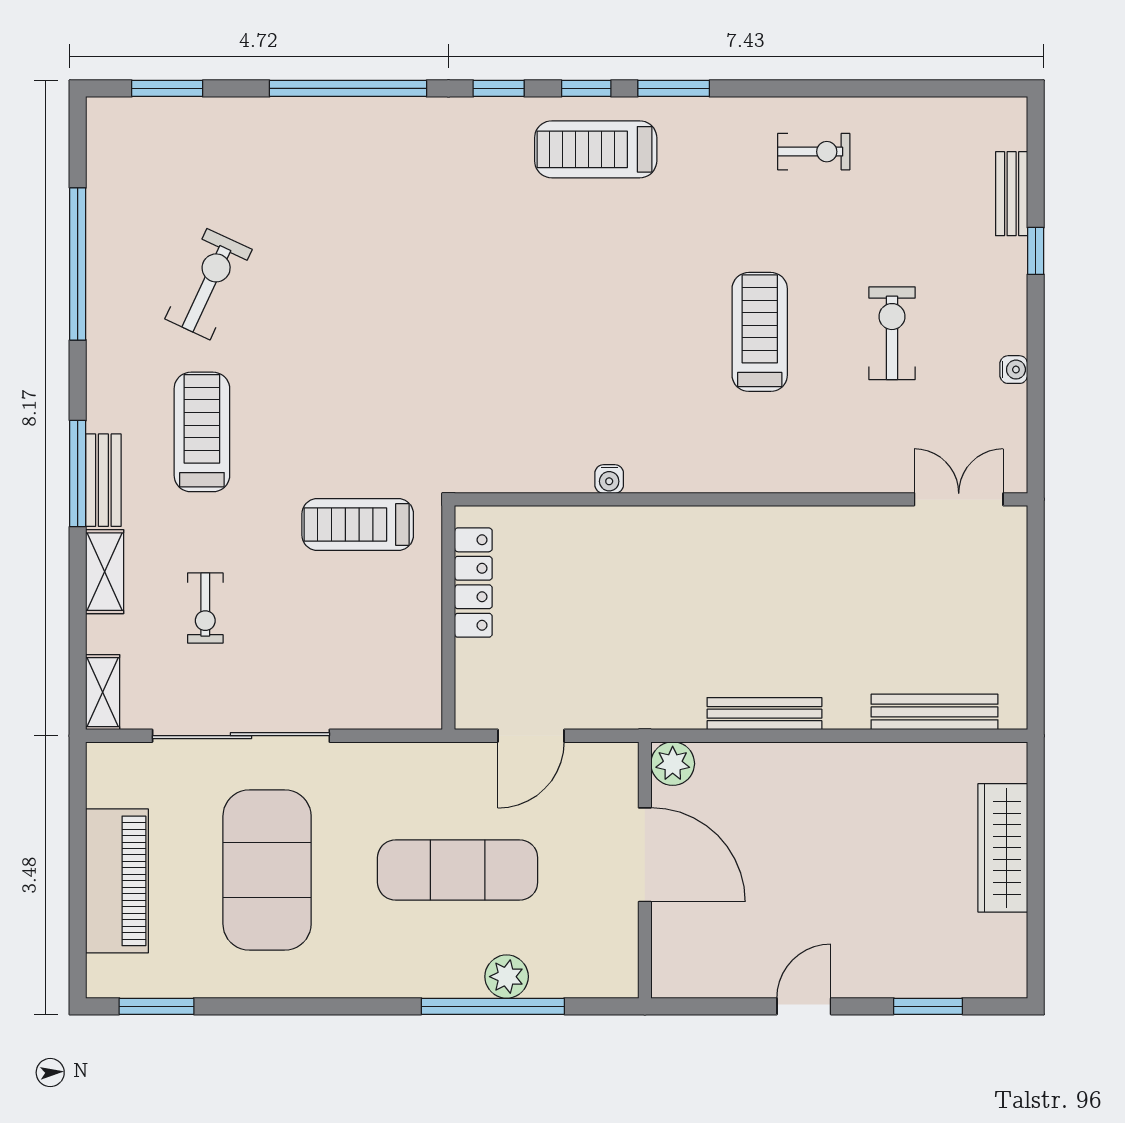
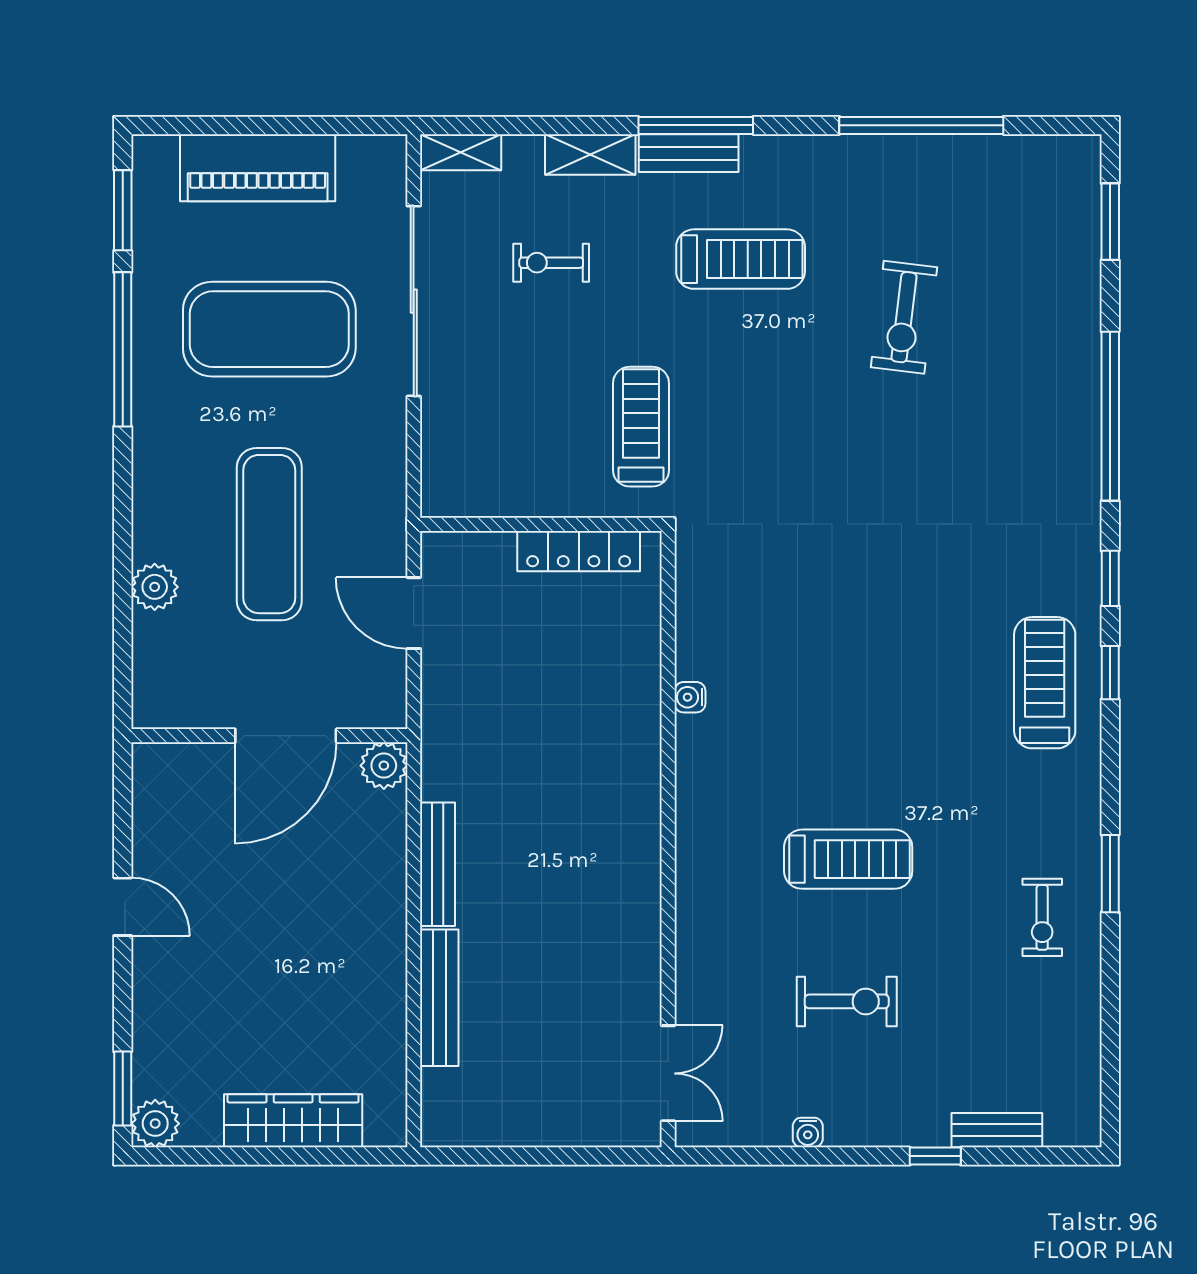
window: (674, 88) -> (1110, 874), moved
exercise bike: (208, 284) -> (904, 317), moved, turned 72
bench: (934, 712) -> (439, 998), moved
plant: (1005, 976) -> (155, 1124), added
window: (493, 1006) -> (123, 349), moved
window: (928, 1006) -> (123, 1089), moved

